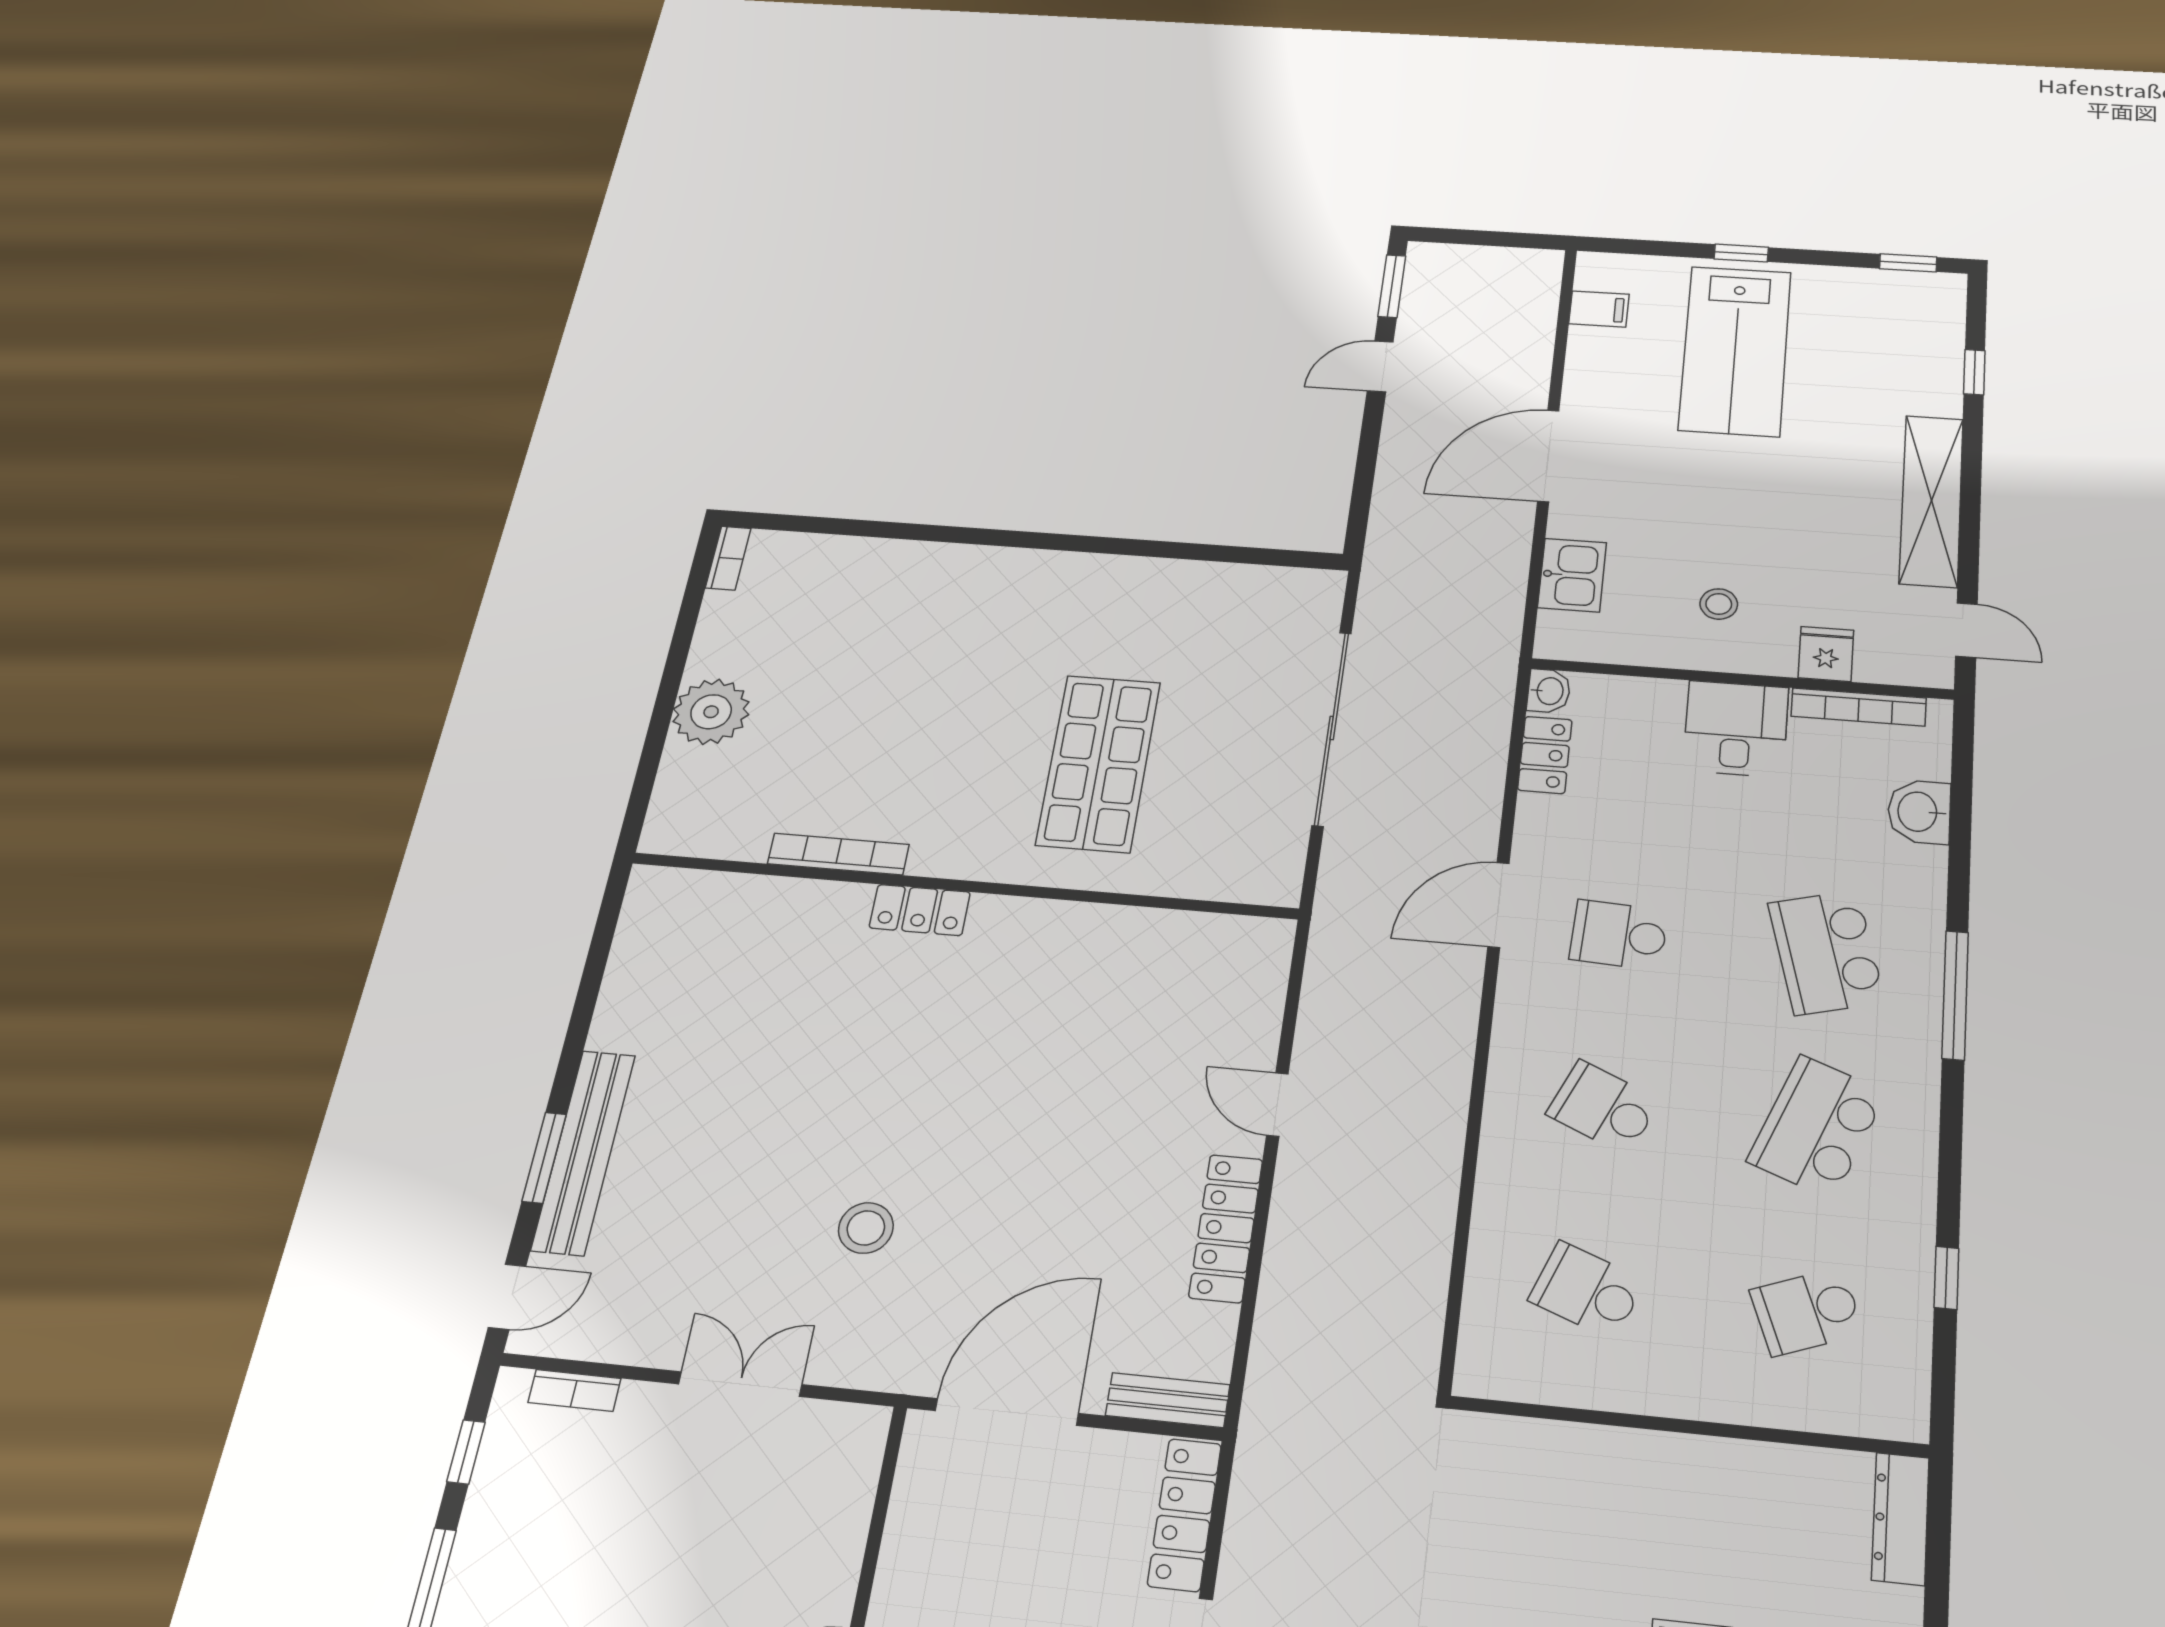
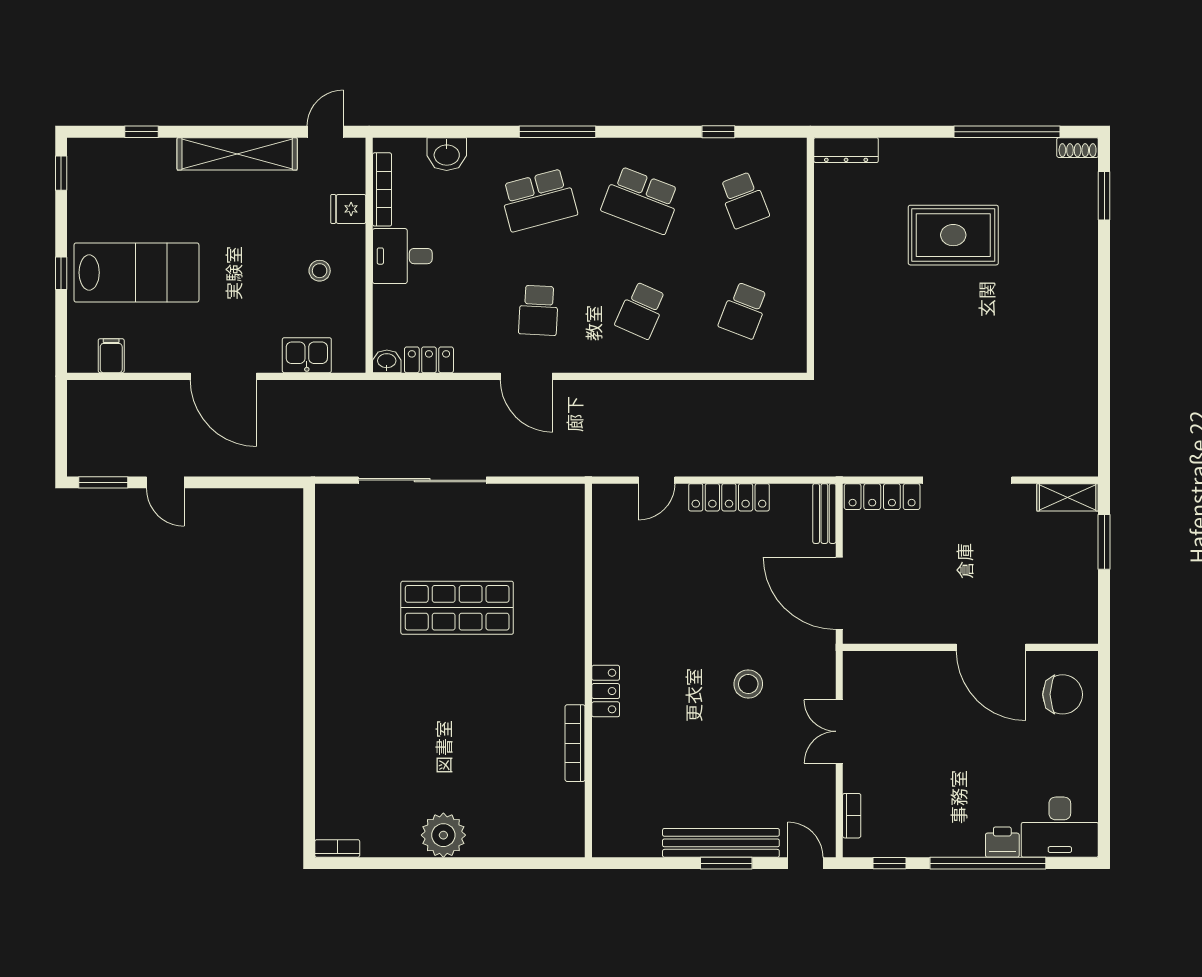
bookcase: (838, 854) -> (575, 743), moved
wall: (962, 886) -> (588, 670), moved
locker: (920, 910) -> (606, 691), moved

